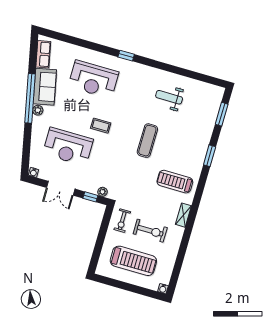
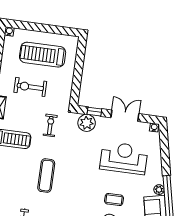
coffee table: (101, 126) -> (114, 200), moved
plant: (103, 192) -> (87, 123), width x1.88, depth x1.88
exercise bike: (122, 221) -> (50, 125), moved

